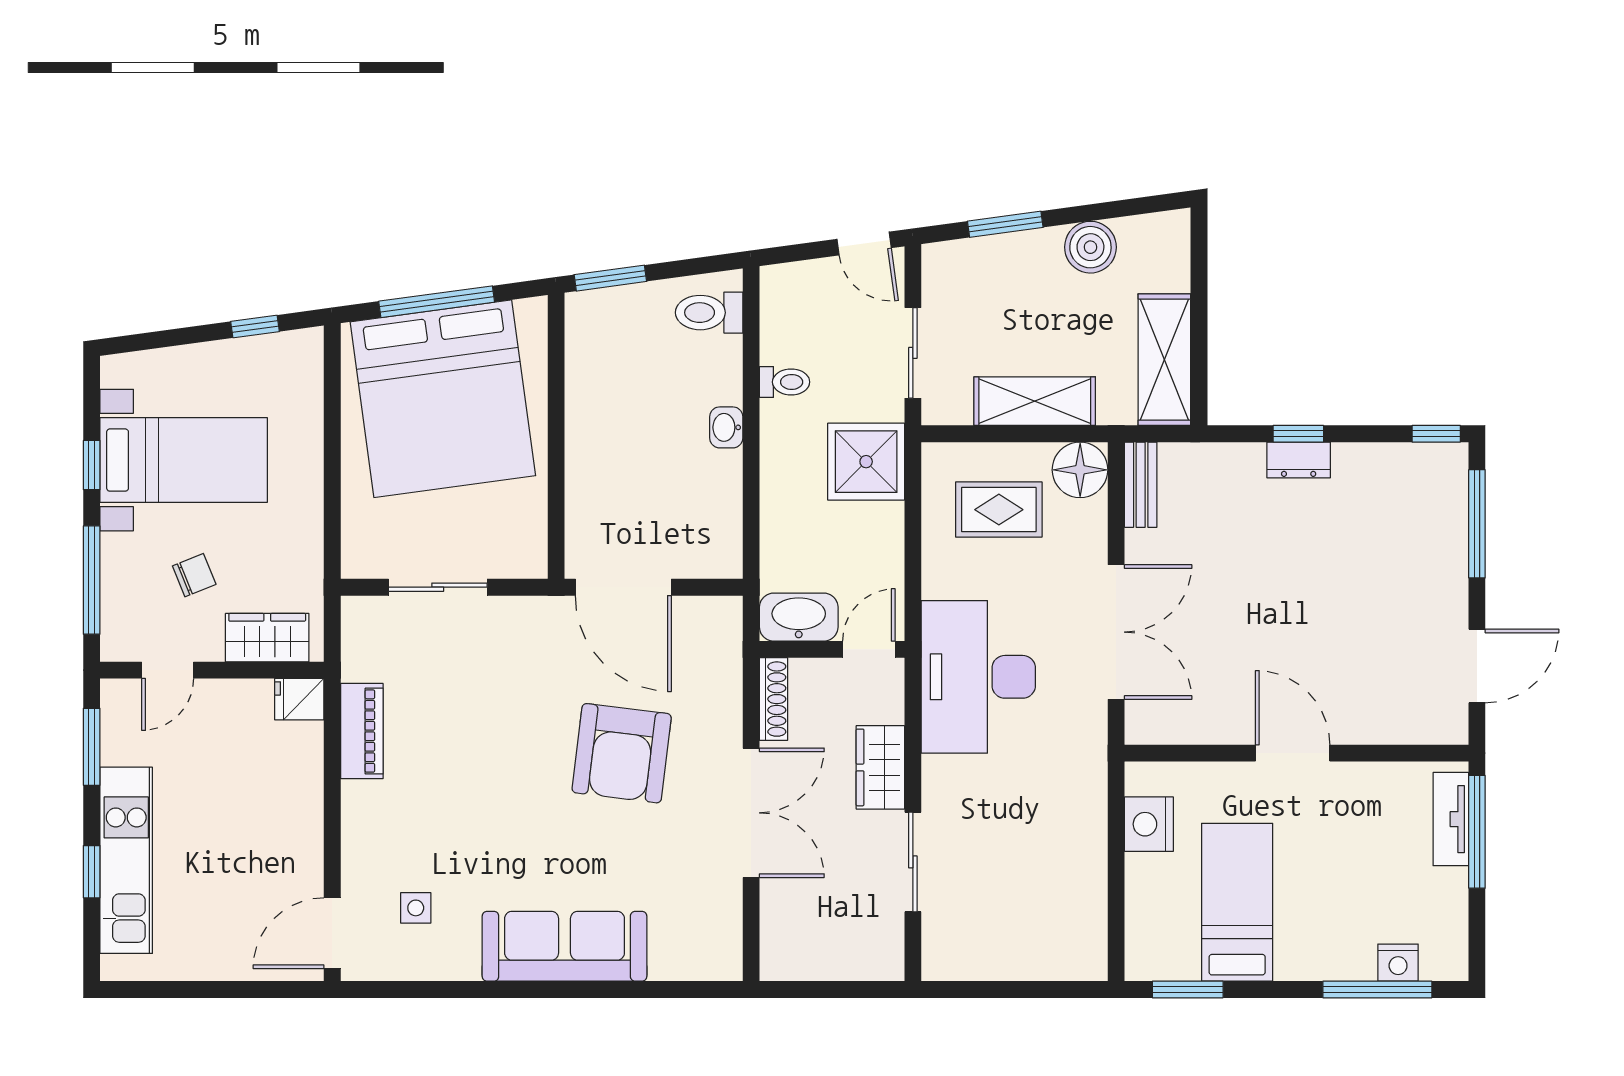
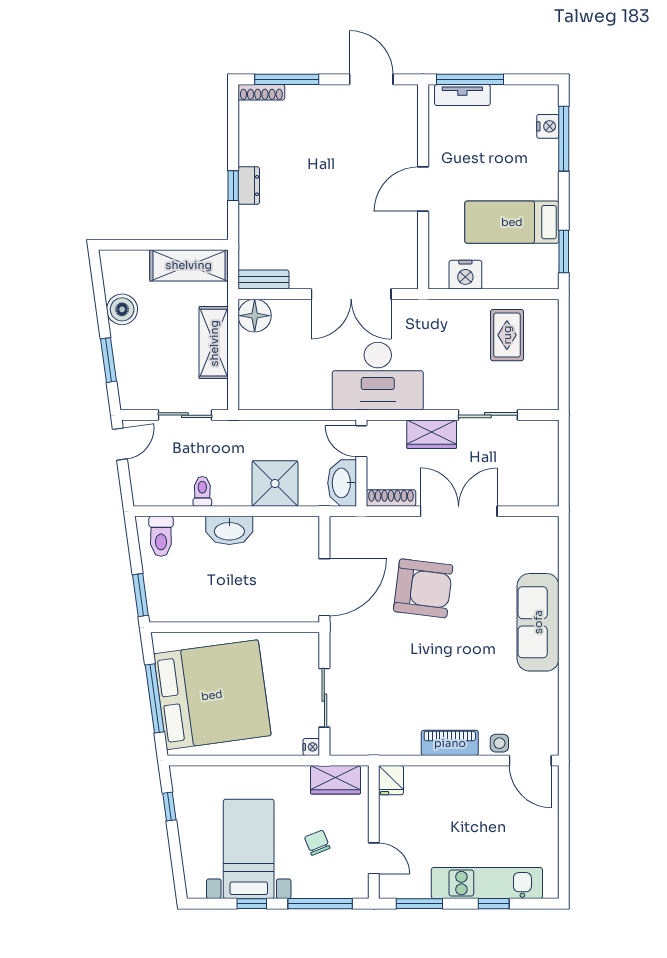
washbasin: (726, 427) -> (229, 530), width x1.91, depth x1.45
window: (1436, 434) -> (233, 104), removed
shower: (866, 462) -> (275, 483), moved
shoe rack: (1455, 481) -> (261, 92), added
rug: (999, 510) -> (507, 335), moved
nightstand: (355, 565) -> (311, 747), added
double door: (1116, 632) -> (351, 294), swing flipped
wardrobe: (267, 638) -> (336, 780), moved, turned -90
piano: (362, 731) -> (450, 743), moved
side table: (416, 908) -> (499, 743), moved

